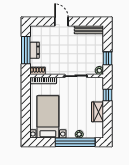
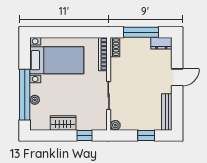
dresser: (35, 50) -> (161, 43), moved
window: (108, 58) -> (146, 136), moved

